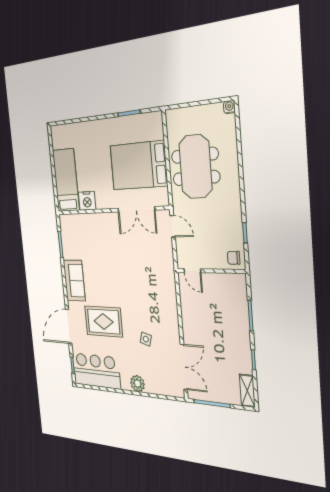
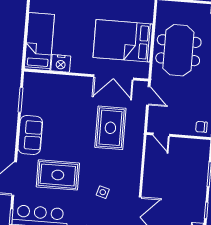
rug: (142, 267) -> (110, 128), added

